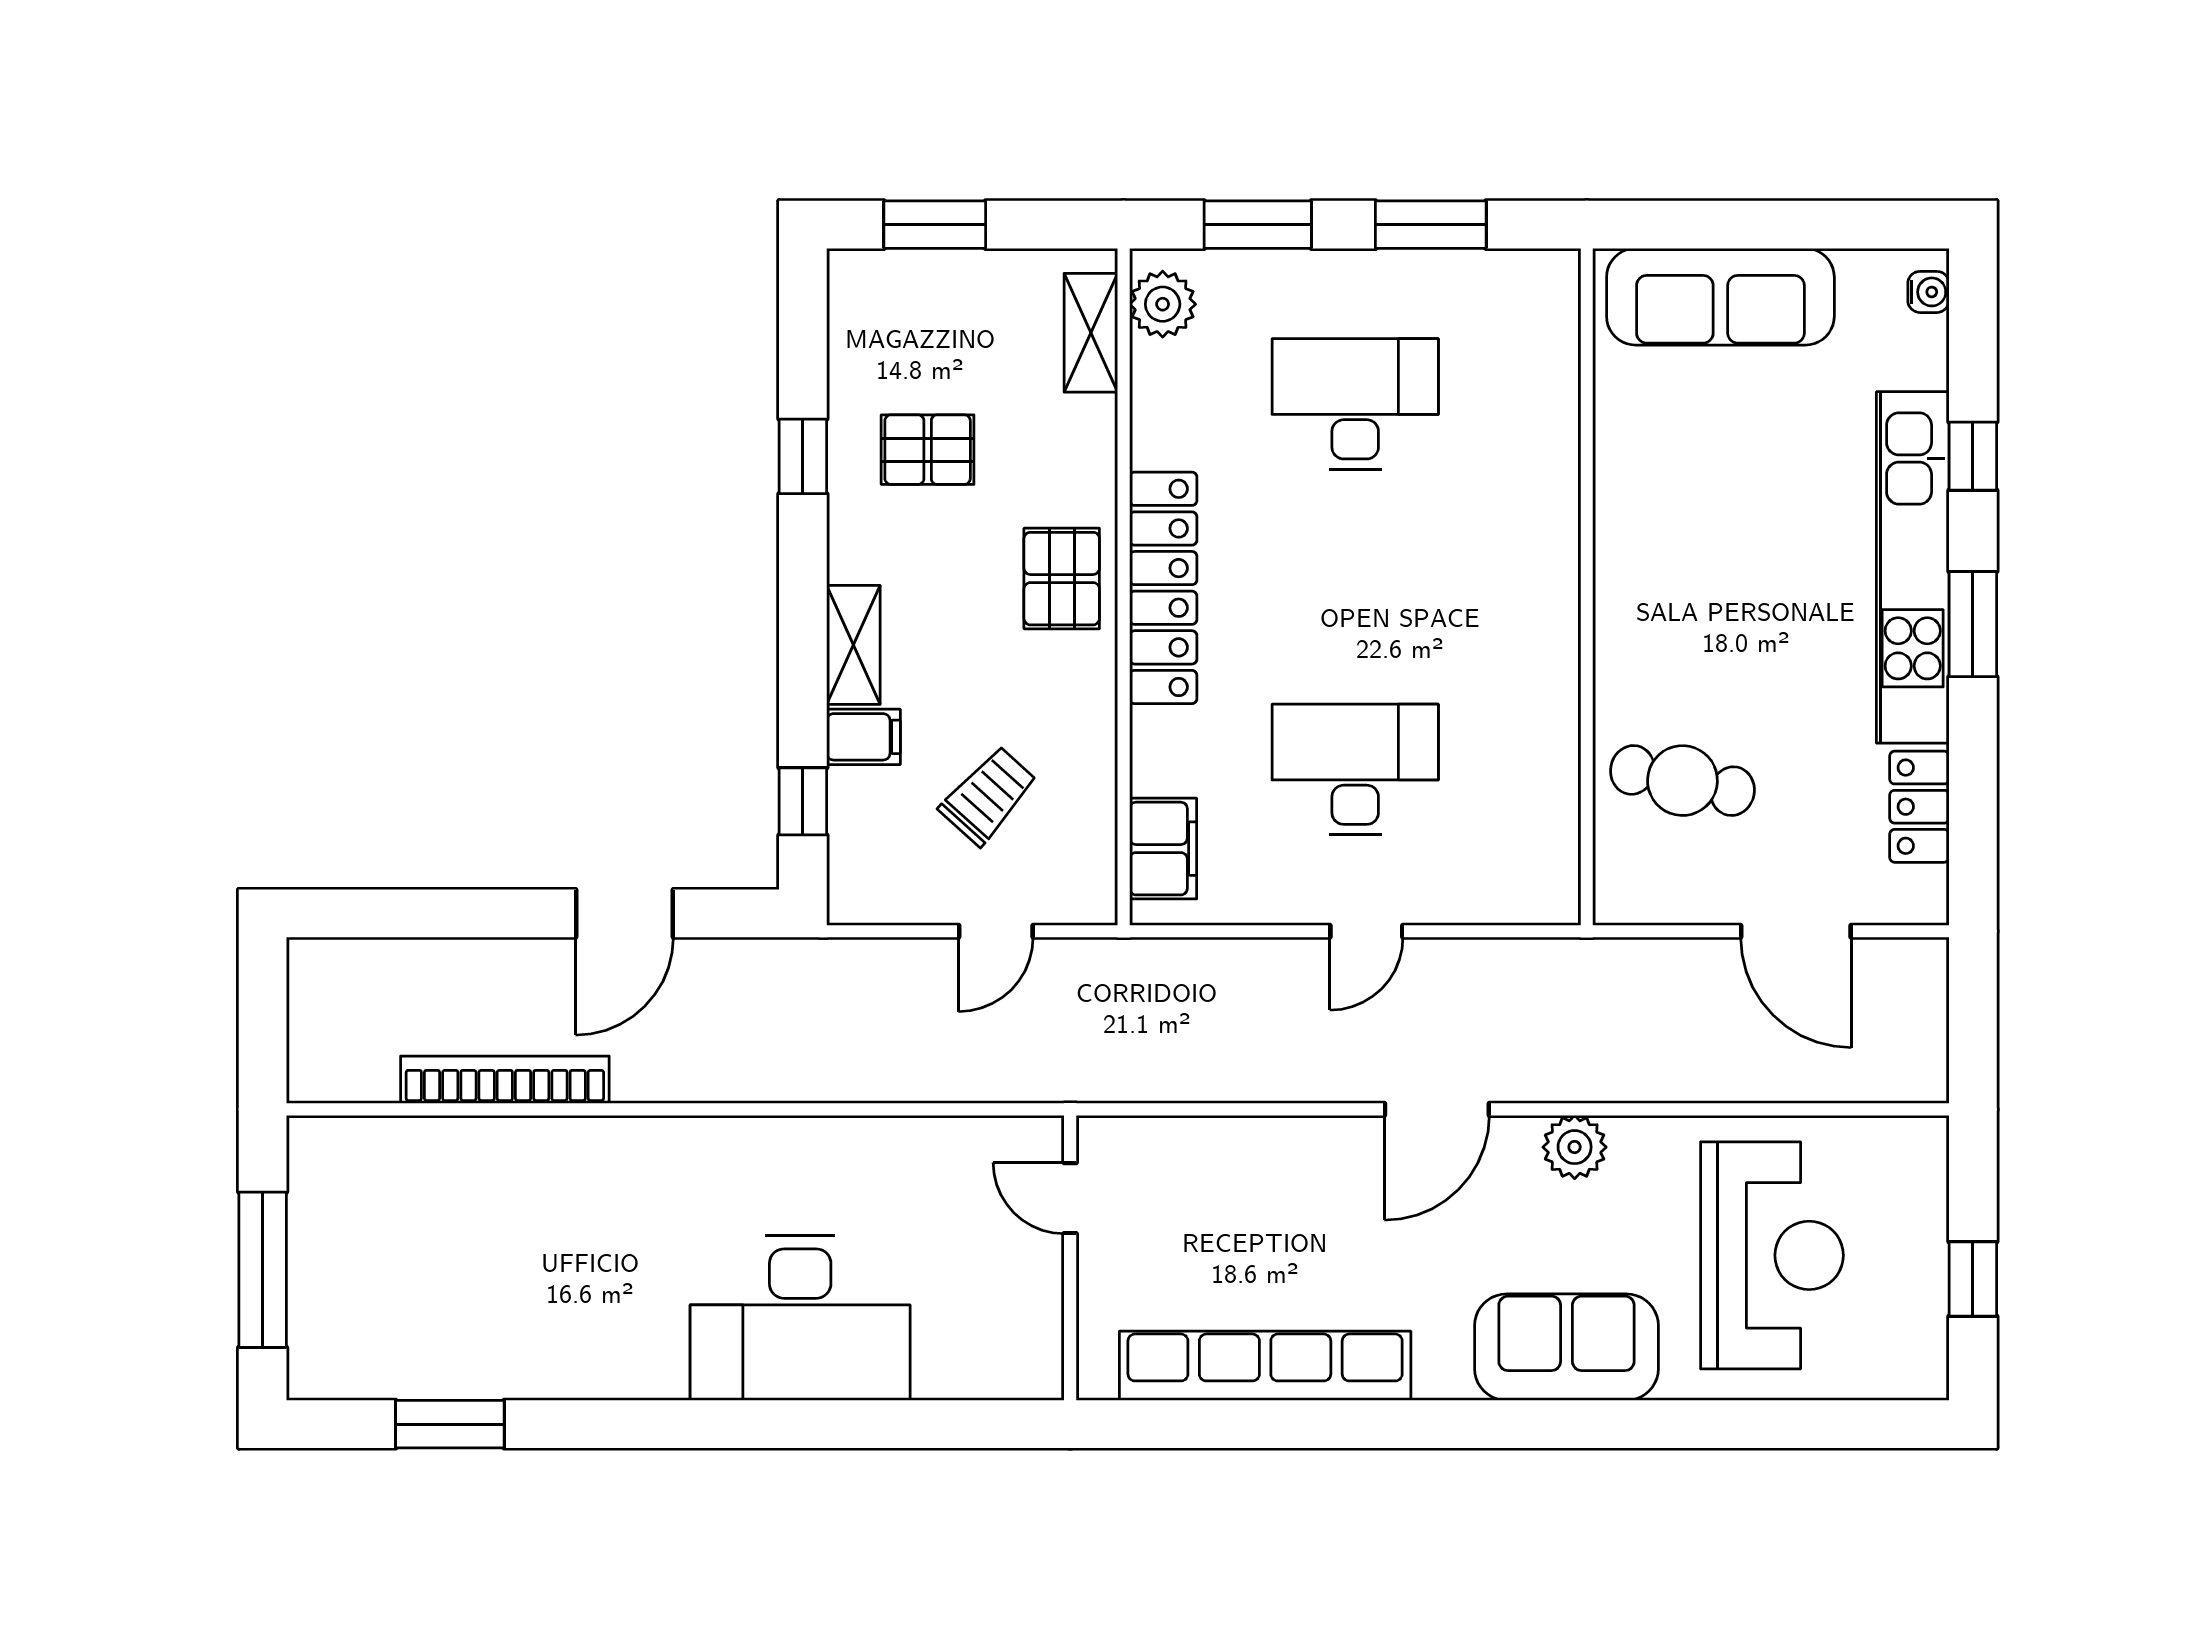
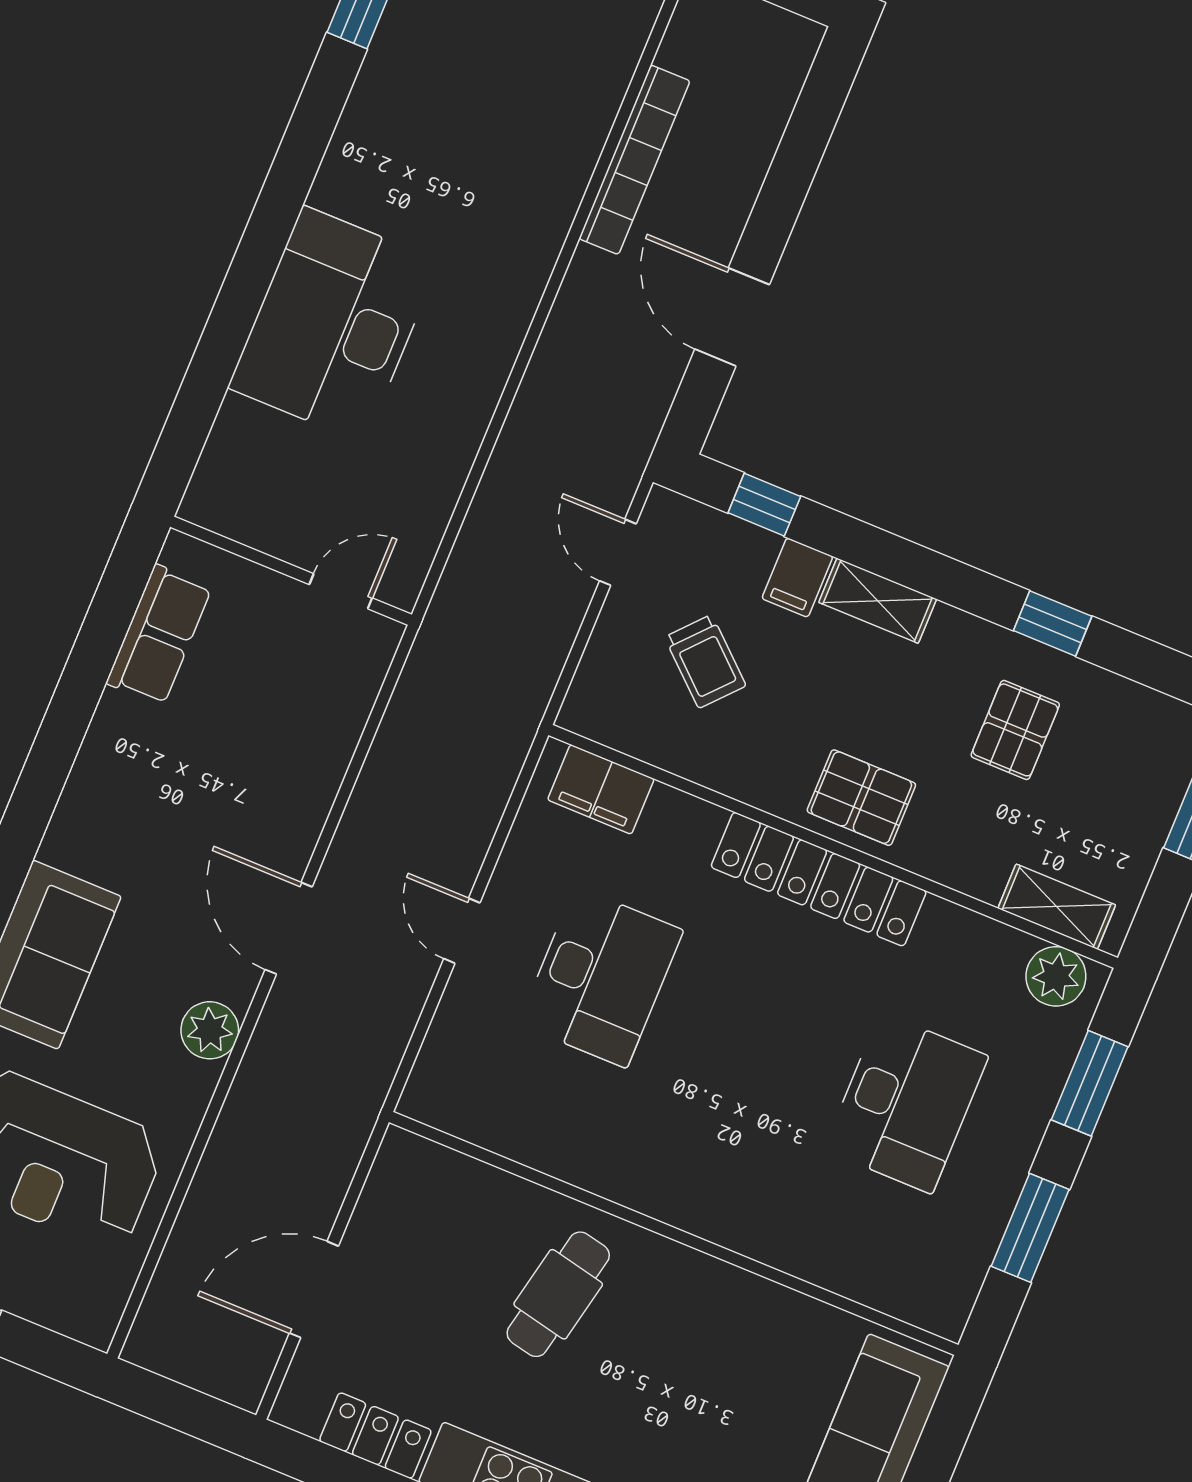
cafe table: (1682, 781) -> (558, 1294), moved
door: (996, 931) -> (618, 552), moved
row of seats: (1265, 1366) -> (159, 635), width x0.50

